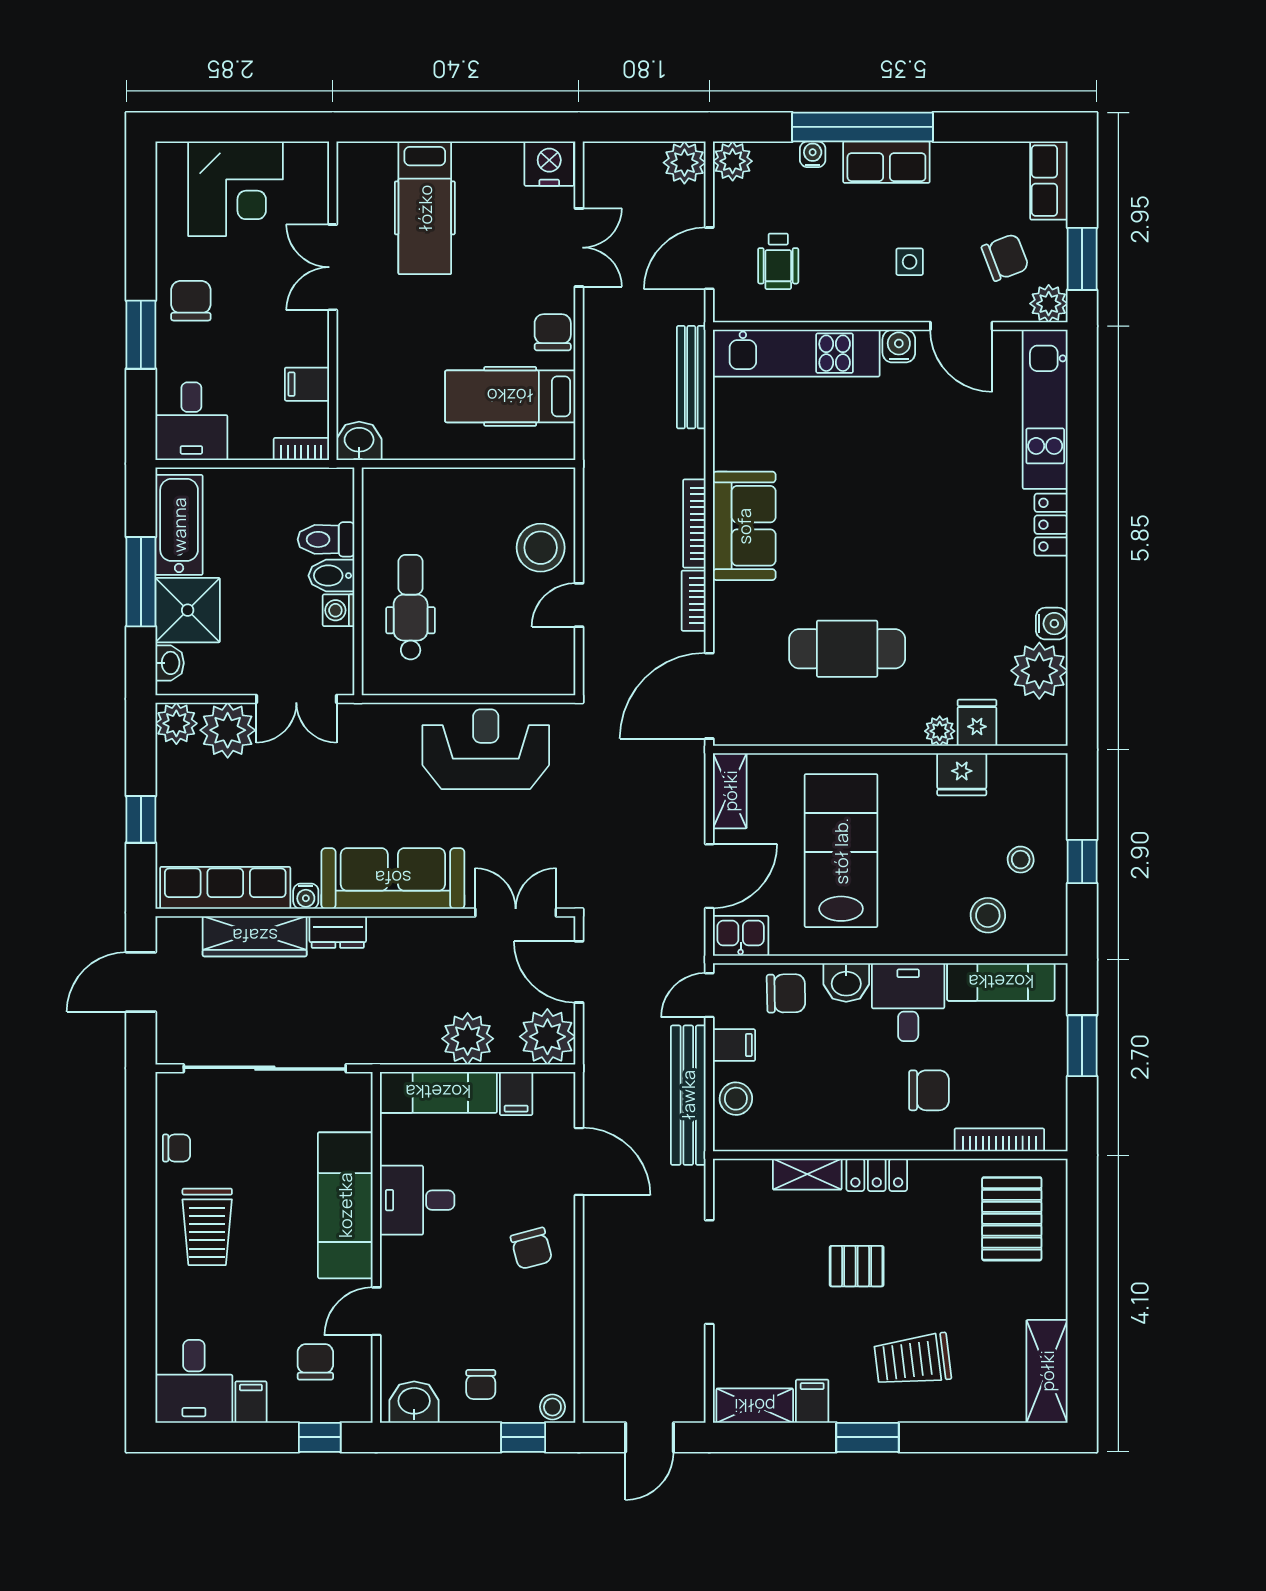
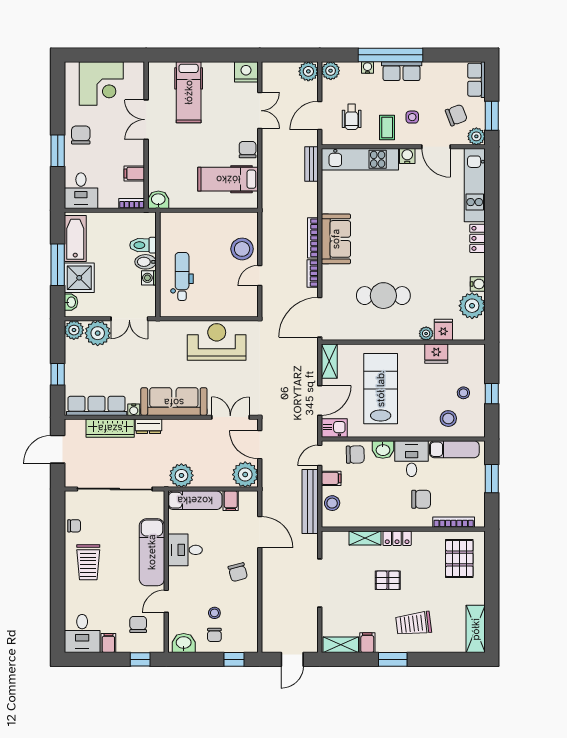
coffee table: (855, 284) -> (387, 127), added
bench: (691, 377) -> (312, 164), width x0.73
plant: (468, 1039) -> (181, 475), moved
stool: (552, 1407) -> (214, 613), moved

